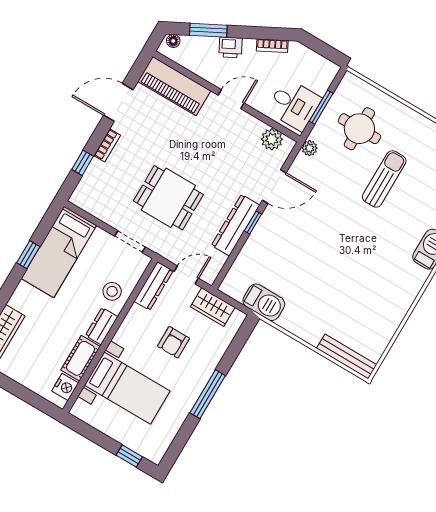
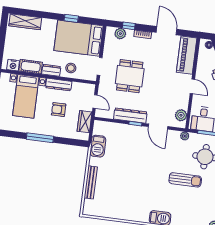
plant: (90, 183) -> (120, 34), added
bed: (59, 252) -> (78, 38), width x1.50
dresser: (154, 286) -> (59, 85), moved
bench: (347, 356) -> (91, 182), moved

